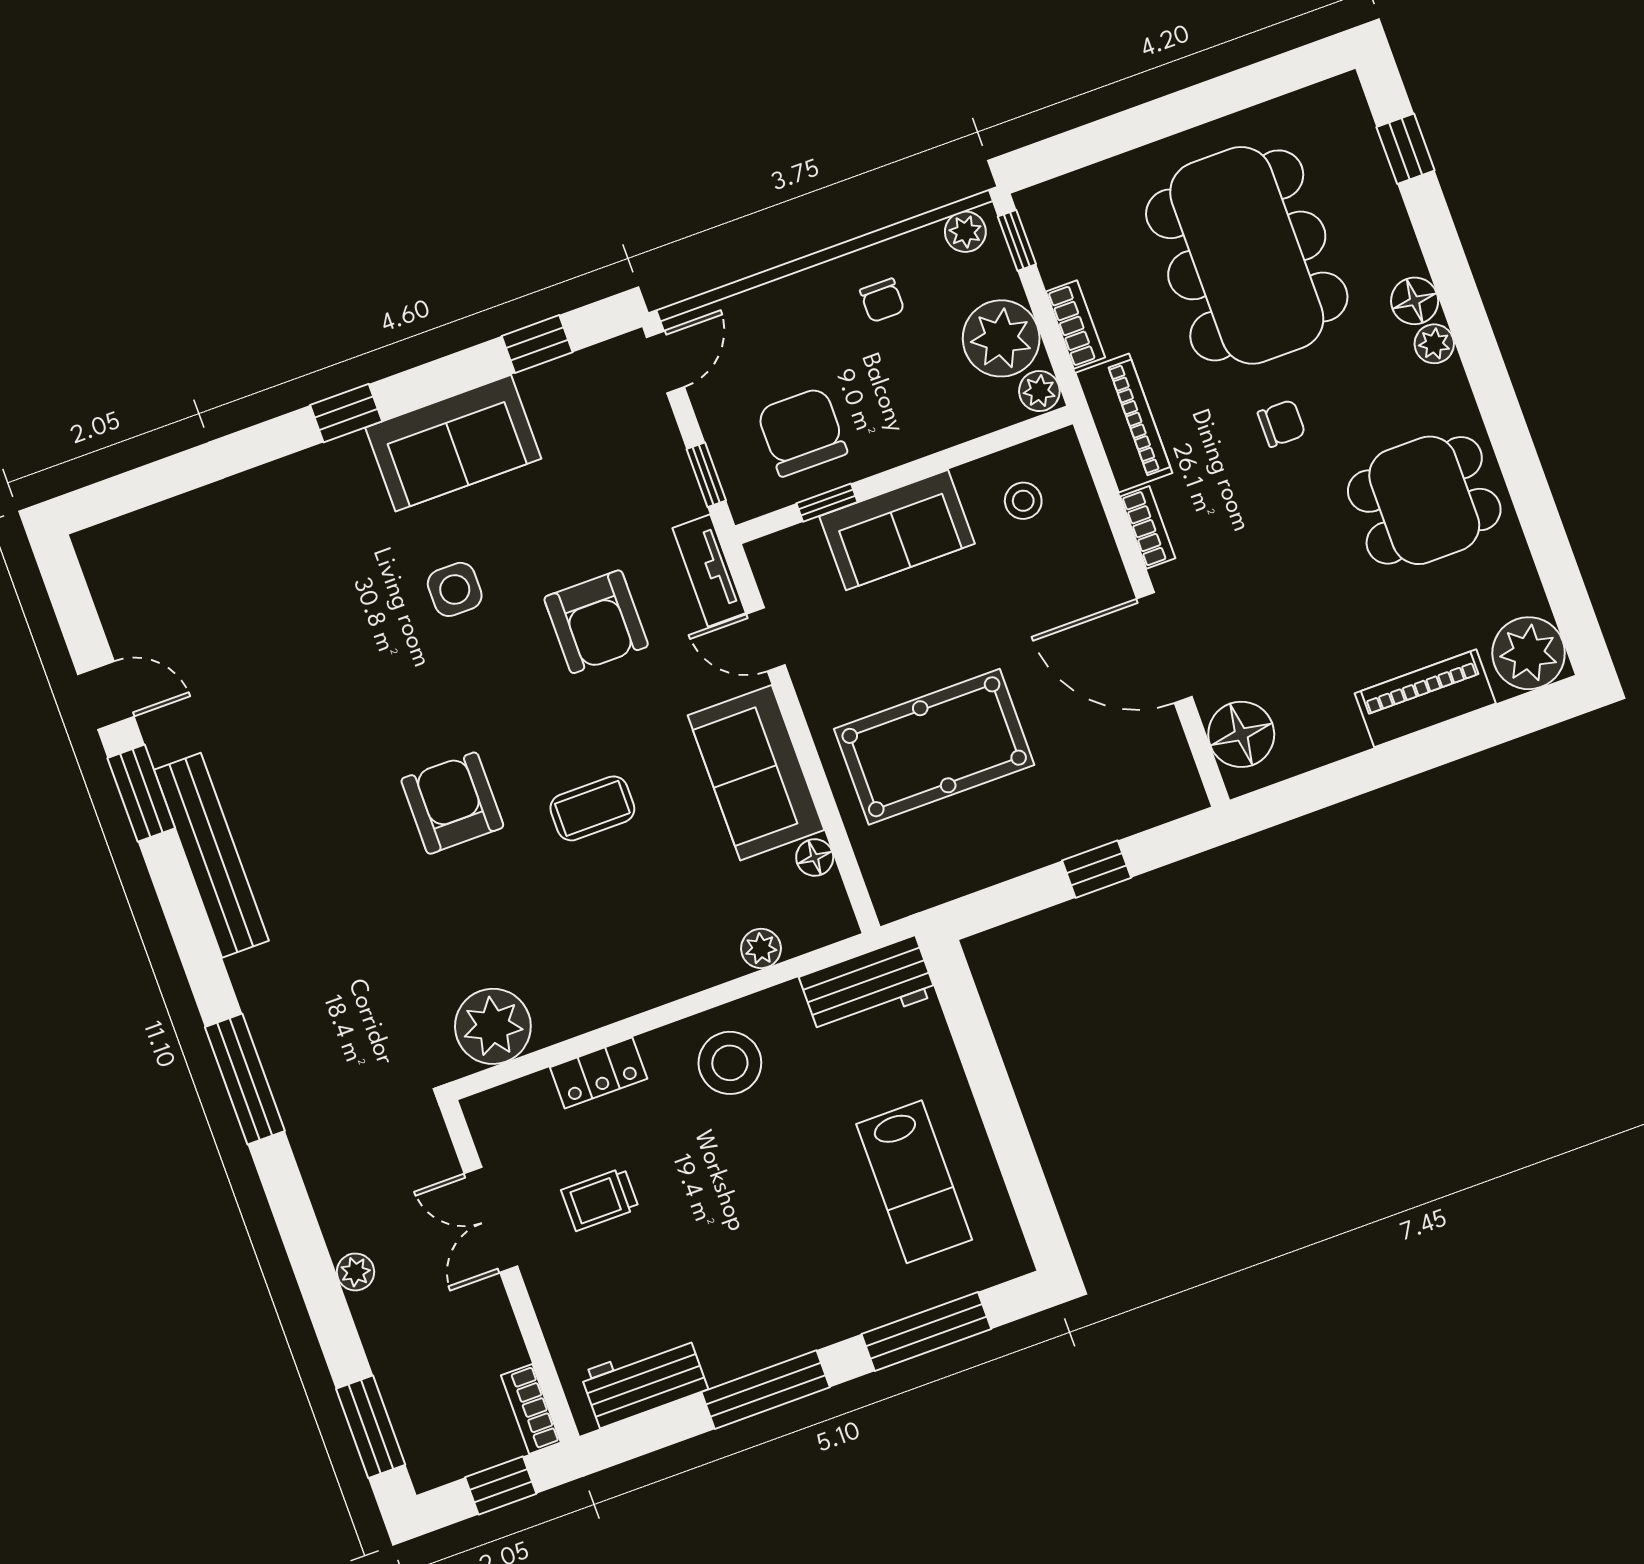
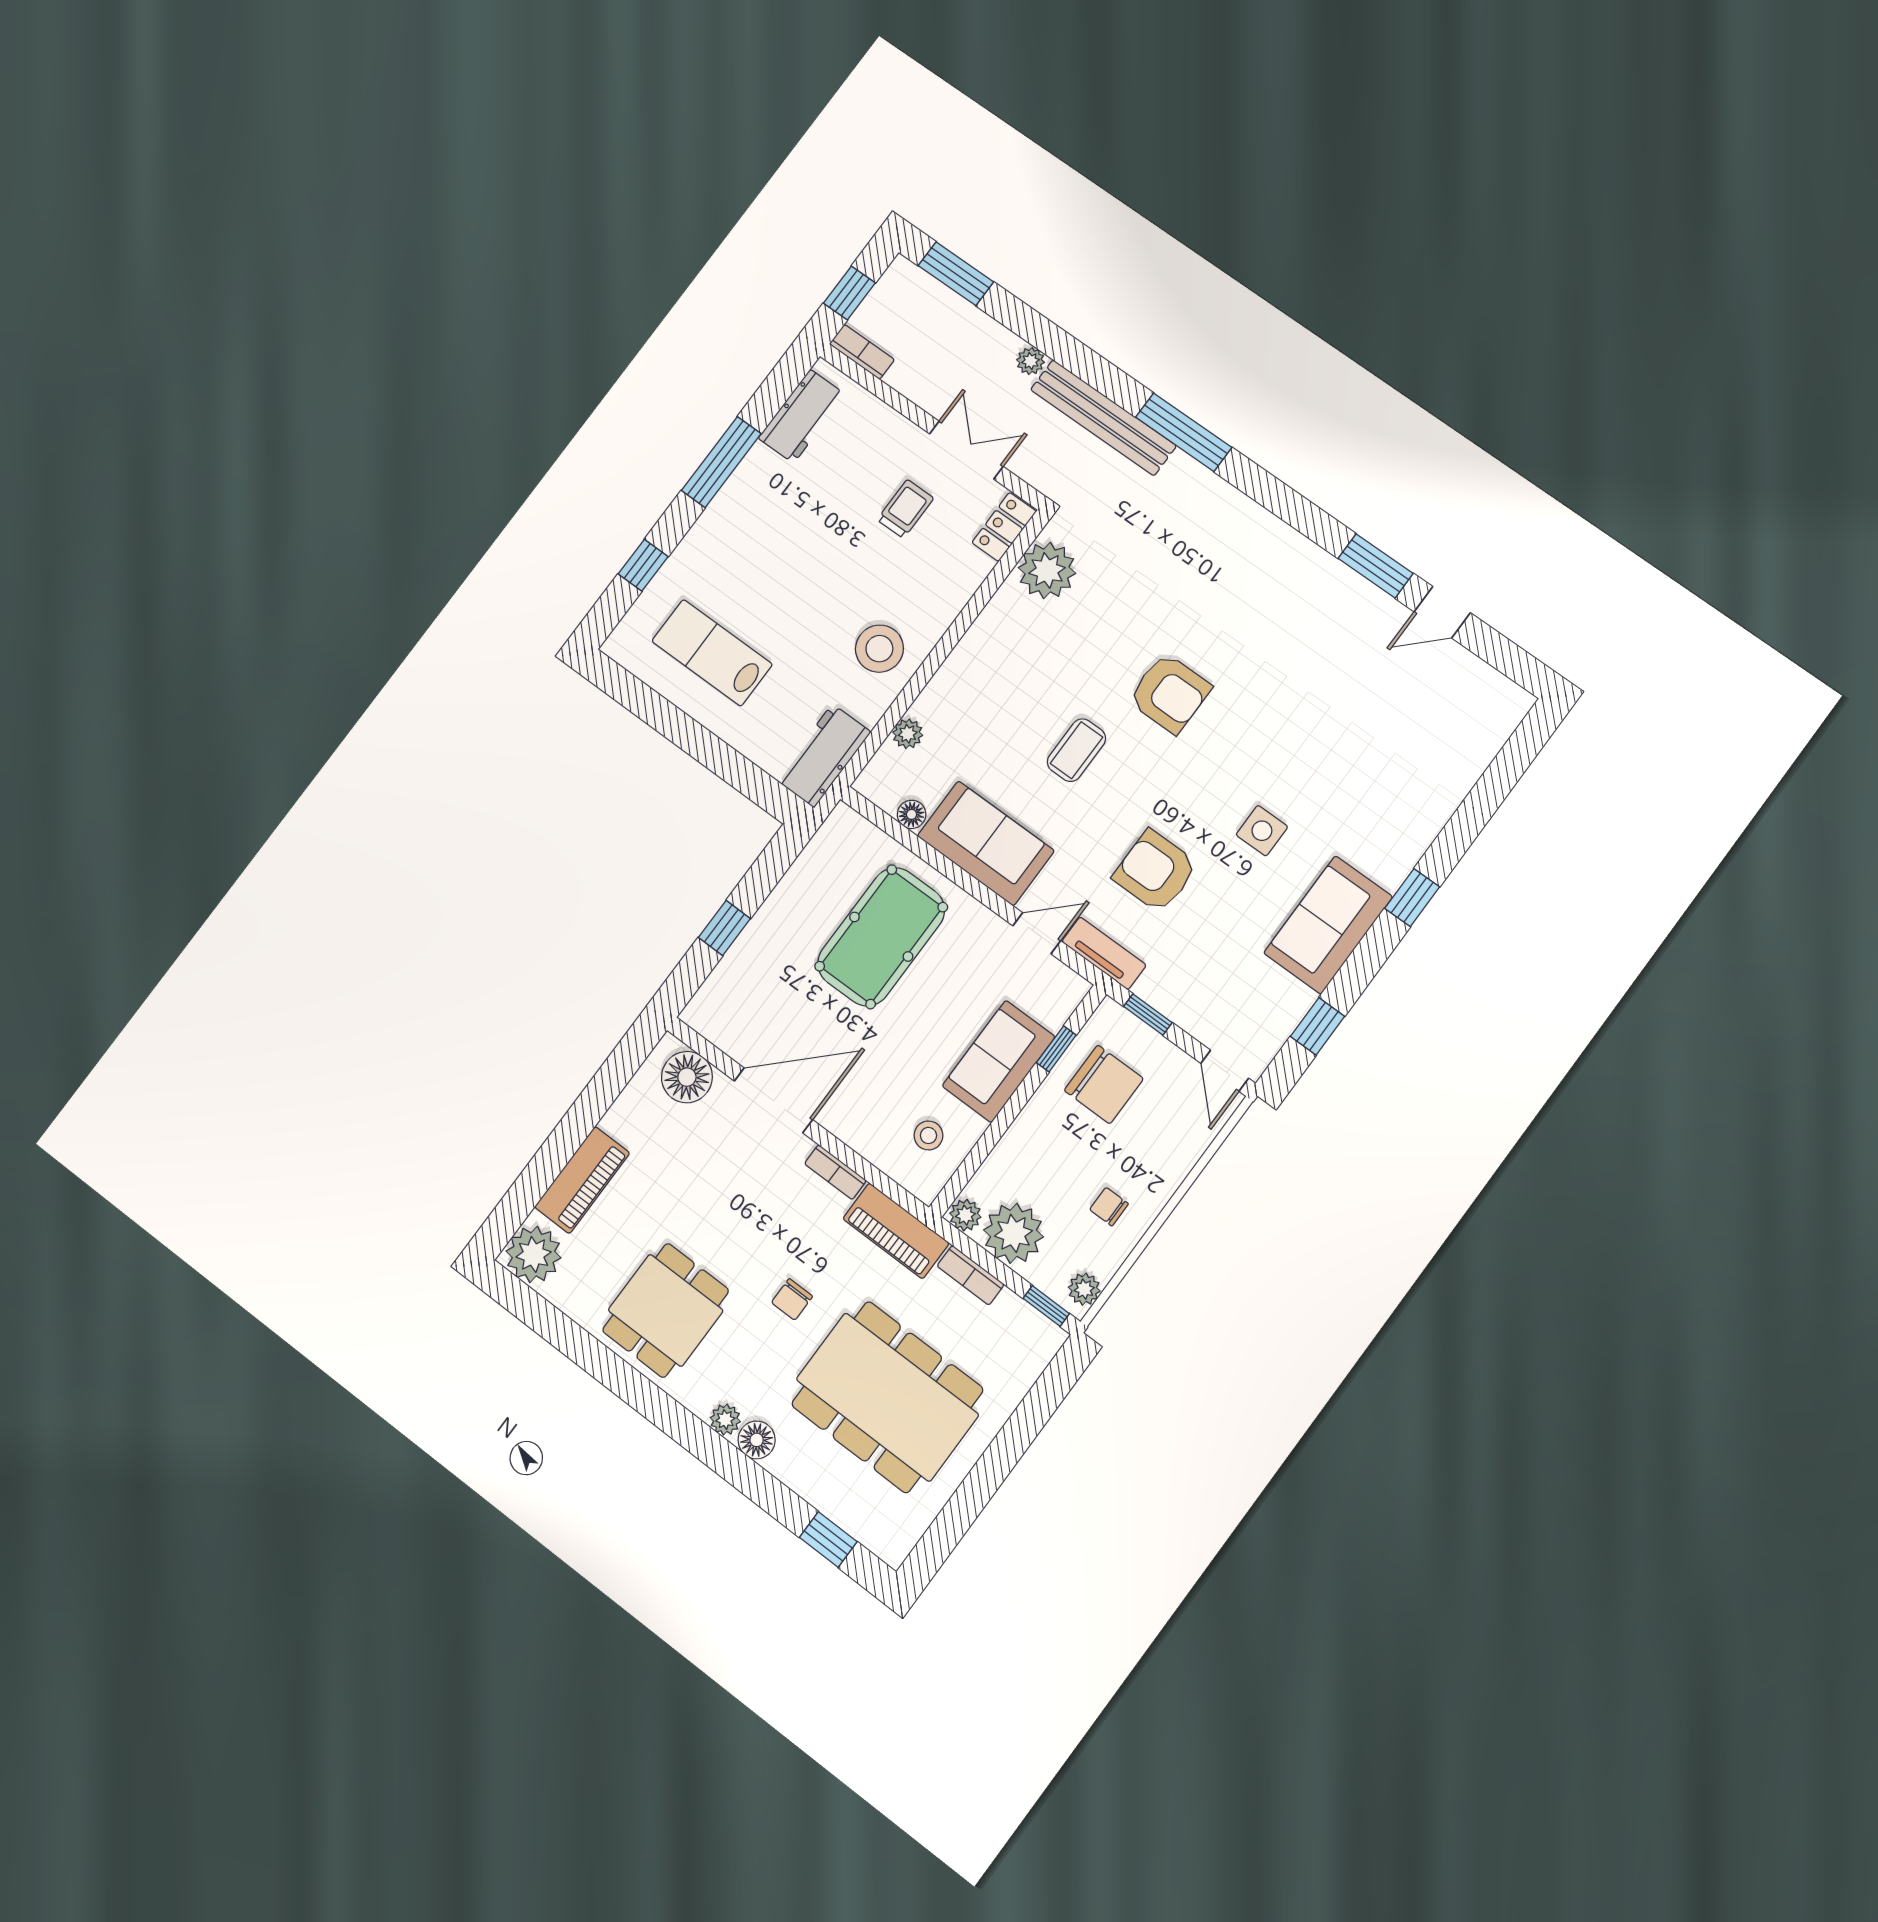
bench: (211, 855) -> (1103, 418), moved
locker: (599, 1073) -> (1004, 527), moved
window: (926, 1331) -> (643, 565), width x0.46

